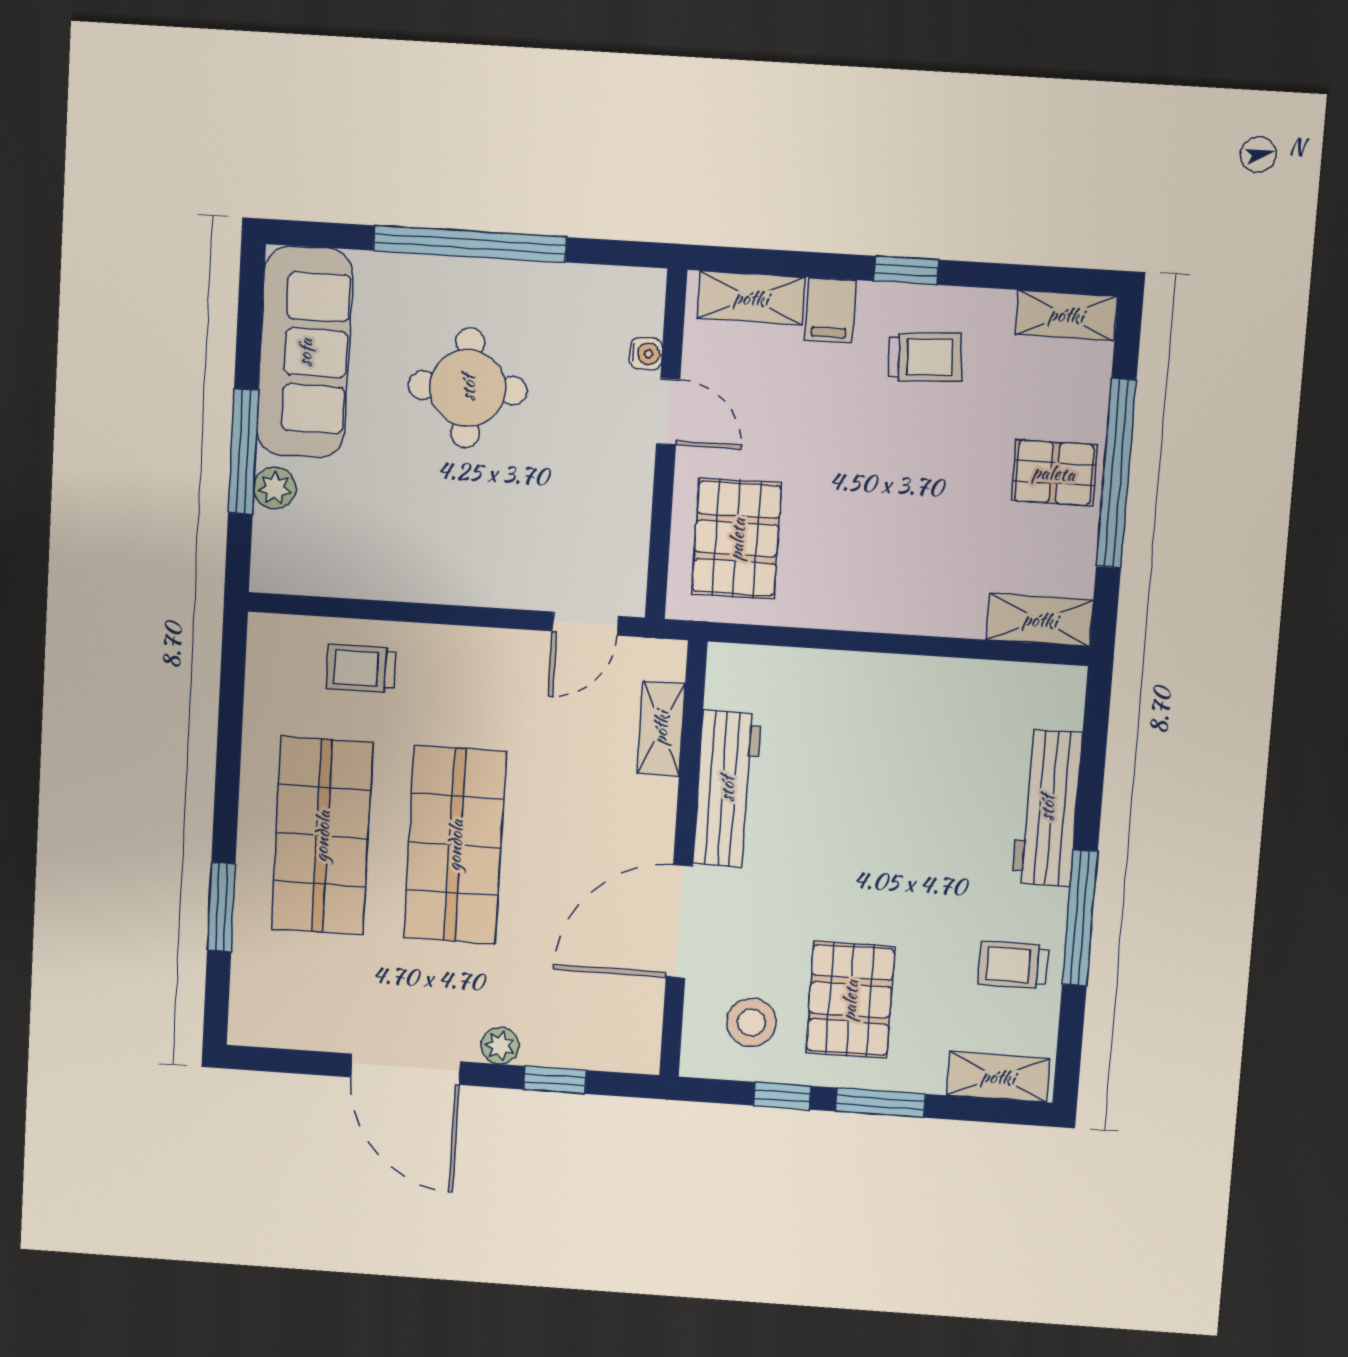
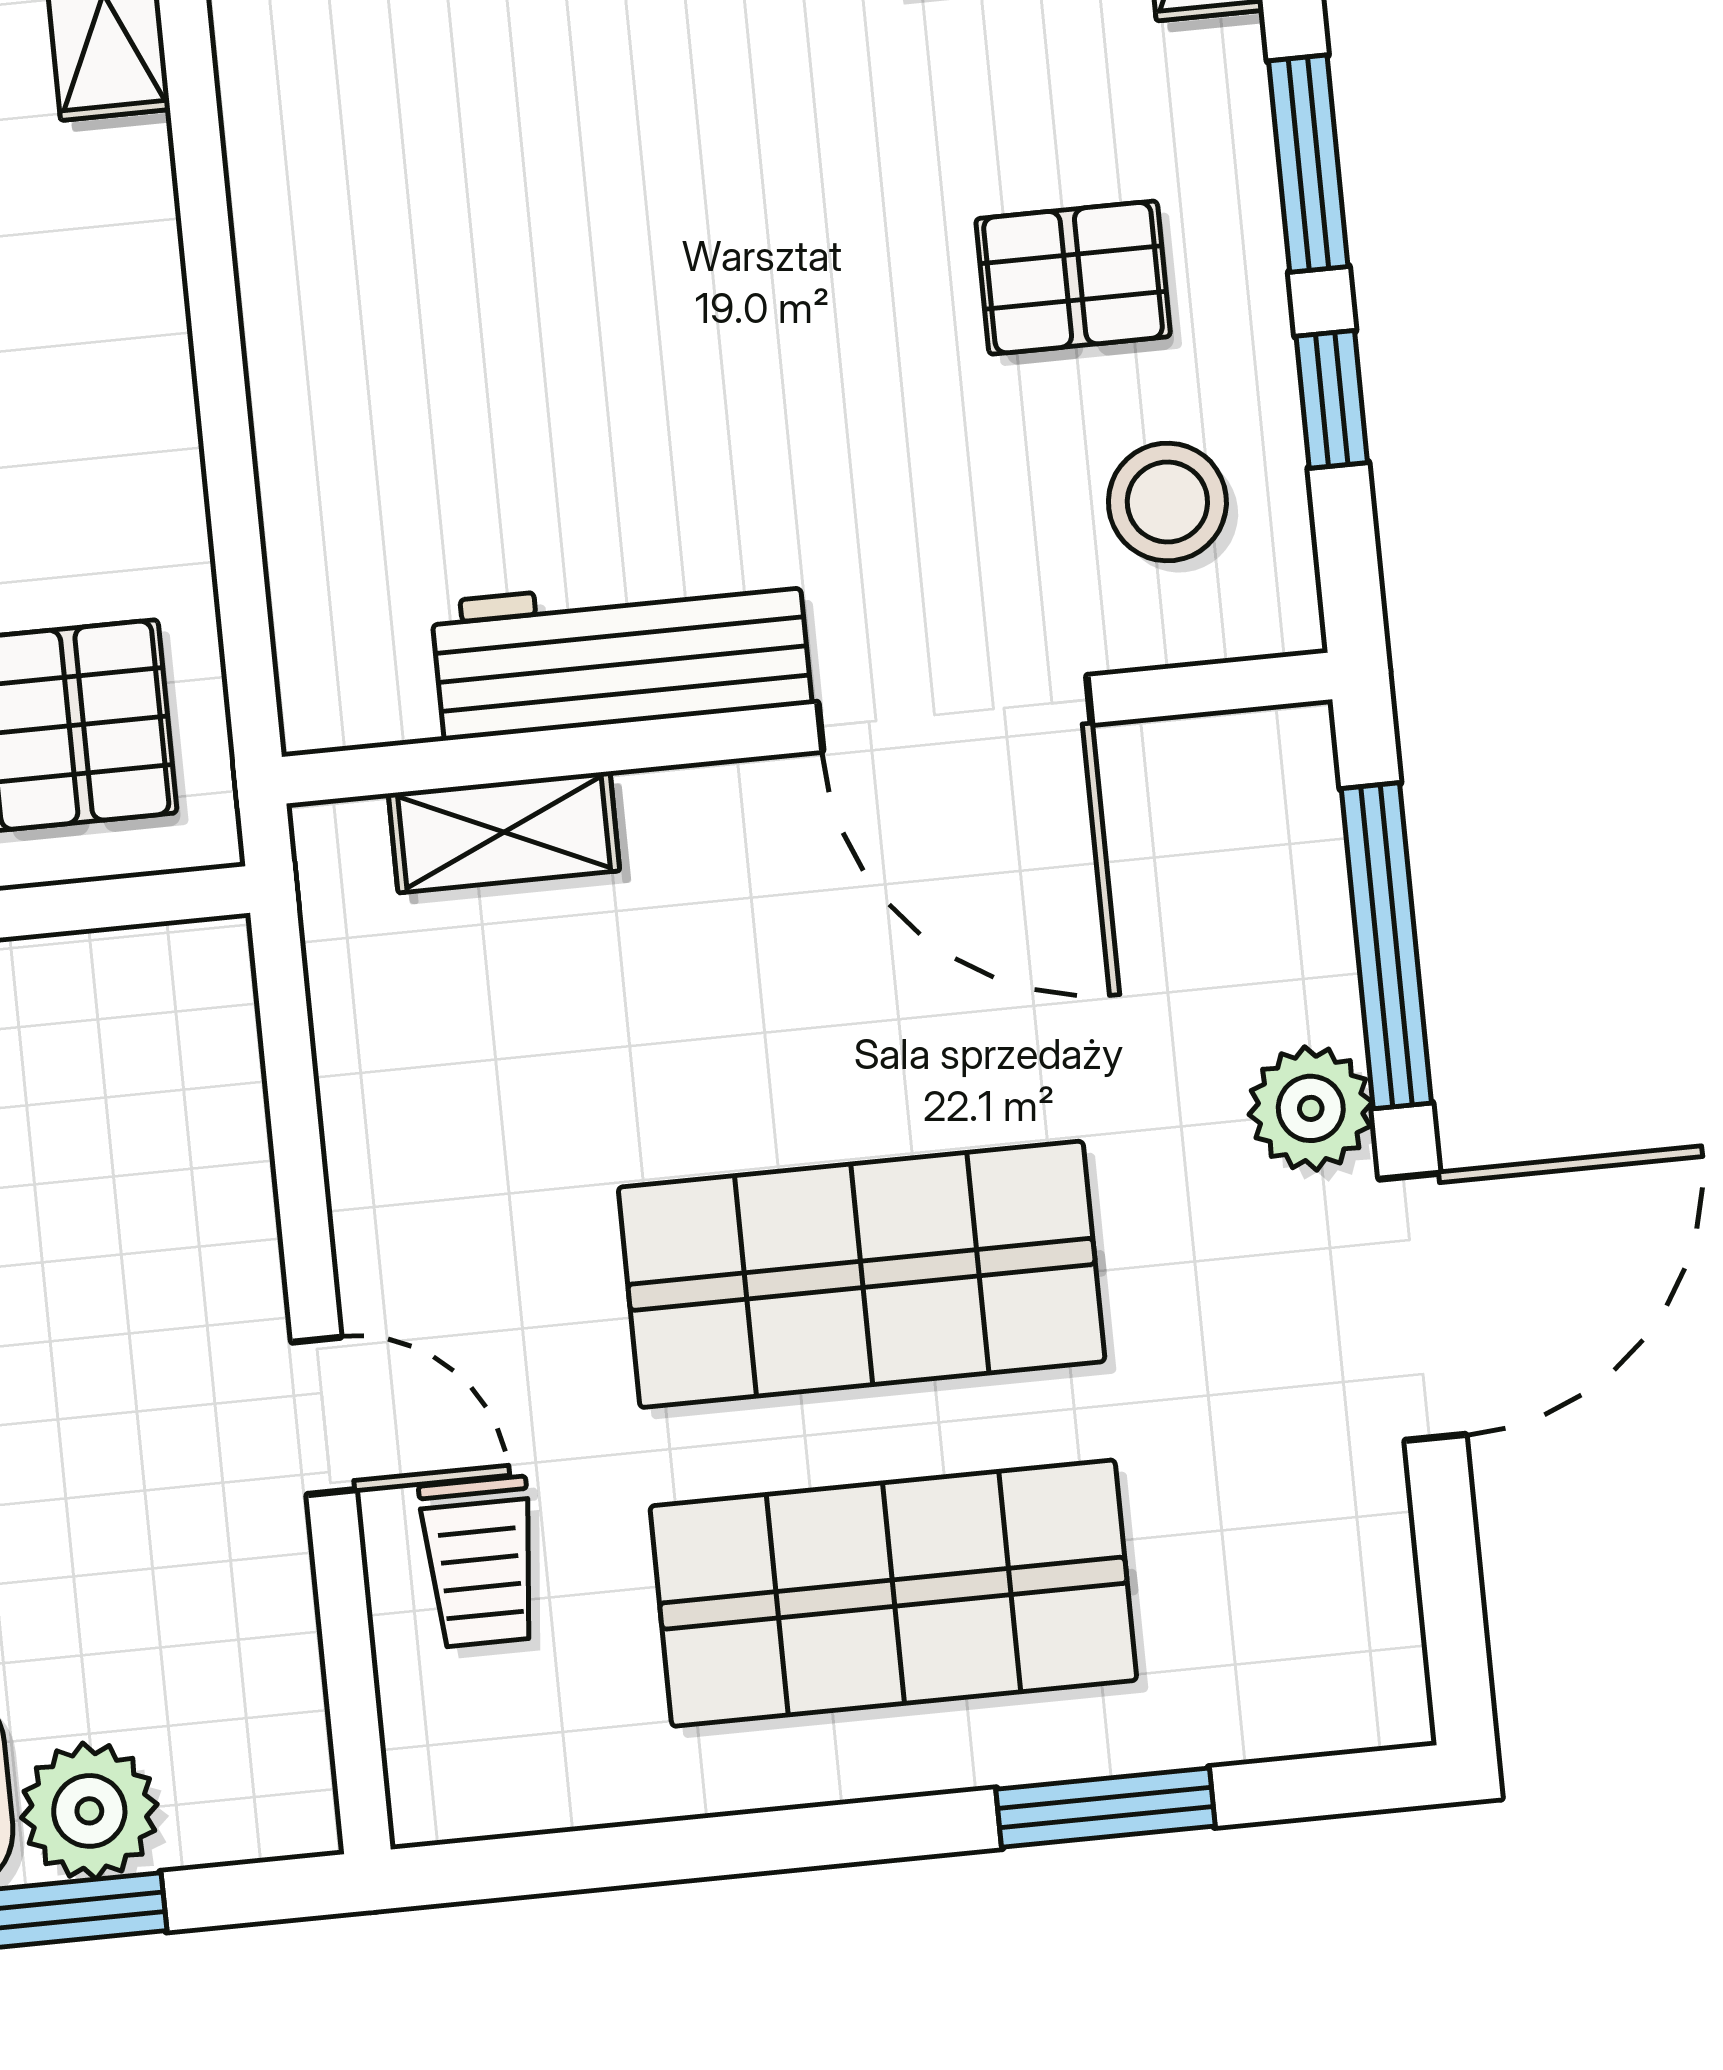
plant: (275, 488) -> (89, 1811), width x1.38, depth x1.38
door: (585, 624) -> (324, 1416), moved
pallet: (850, 1000) -> (1073, 278), width x0.67, depth x0.71
plant: (500, 1046) -> (1311, 1108), width x1.38, depth x1.38
window: (555, 1080) -> (1386, 946), width x2.17

